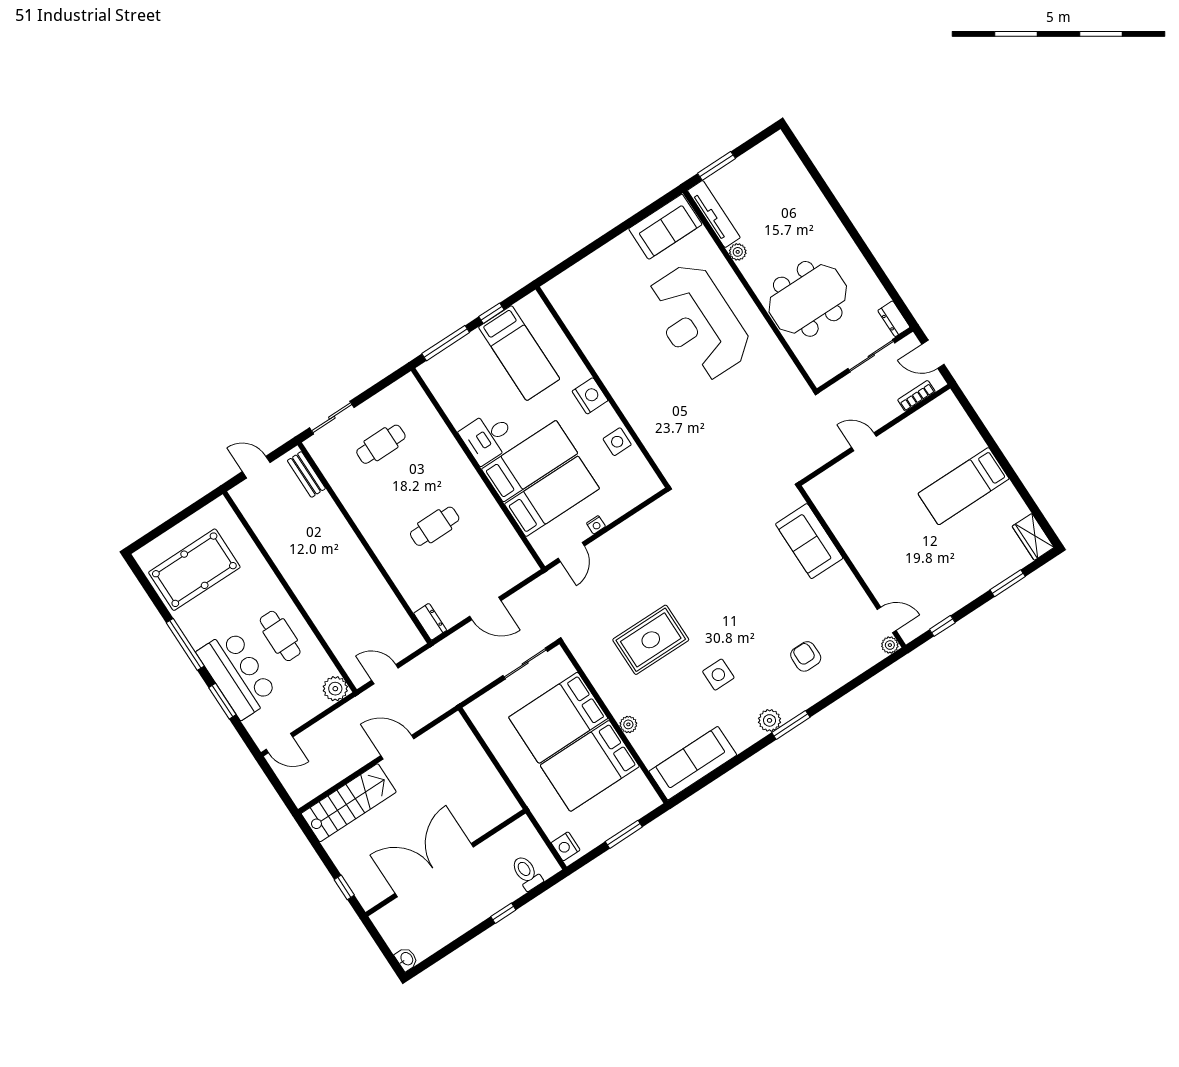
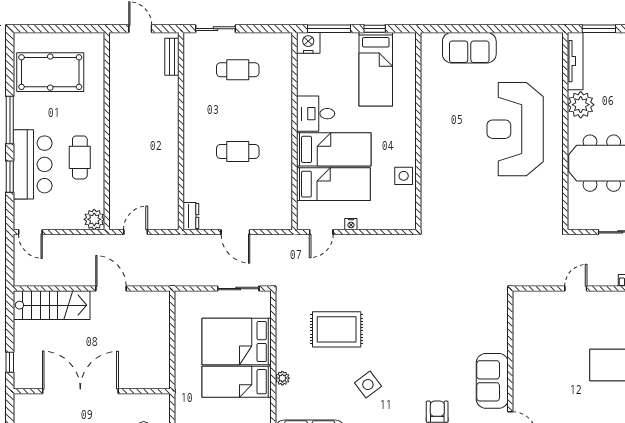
sofa: (665, 227) -> (469, 48), moved
plant: (738, 252) -> (581, 105), width x1.87, depth x1.87
nightstand: (590, 396) -> (308, 43), moved, turned -90
door: (864, 442) -> (576, 289), hinge flipped
sofa: (809, 541) -> (492, 381), moved
door: (385, 674) -> (136, 232), hinge flipped
side table: (718, 675) -> (368, 384), turned -37
bed: (590, 766) -> (237, 382), width x0.67

